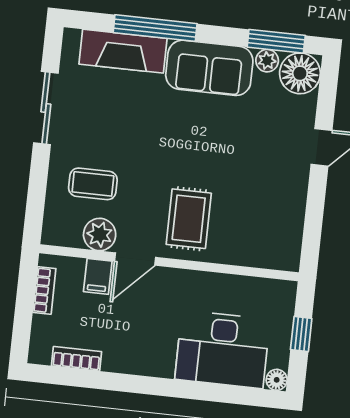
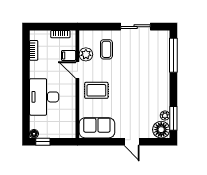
window: (155, 28) -> (173, 55), moved
fireplace: (123, 51) -> (162, 56), removed
sofa: (209, 68) -> (97, 128), moved, turned 90
window: (301, 334) -> (43, 142), moved
desk: (222, 349) -> (44, 97), moved

